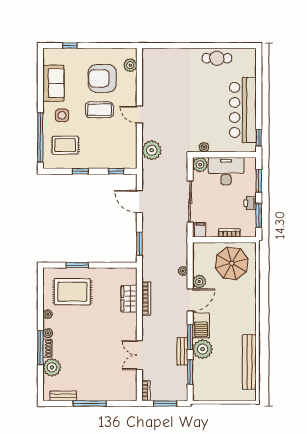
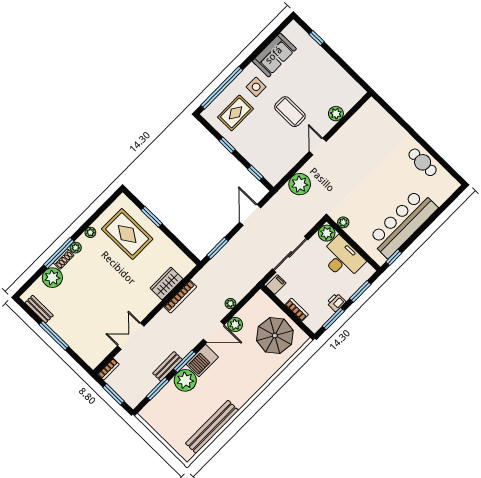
plant: (130, 65) -> (336, 114), moved
armchair: (102, 78) -> (317, 89), removed
rug: (65, 145) -> (235, 113), turned 90

